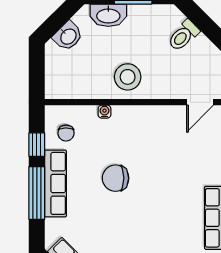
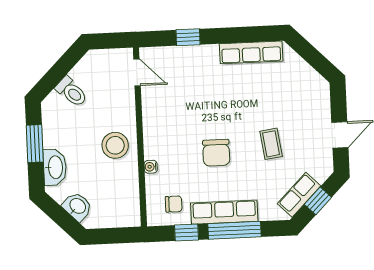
coffee table: (122, 234) -> (271, 144), added

